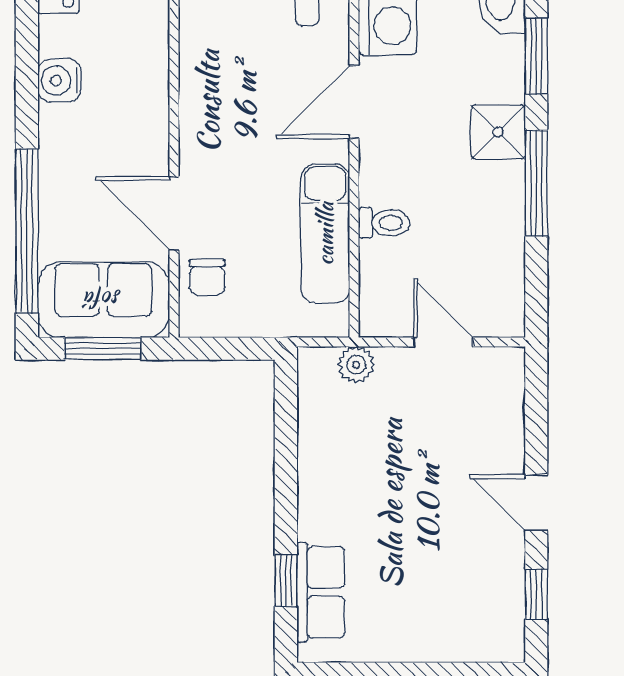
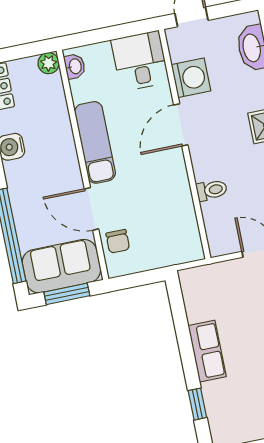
exam couch: (325, 234) -> (95, 142), moved, turned 180
plant: (356, 365) -> (212, 274), removed
row of seats: (321, 592) -> (207, 351), moved

